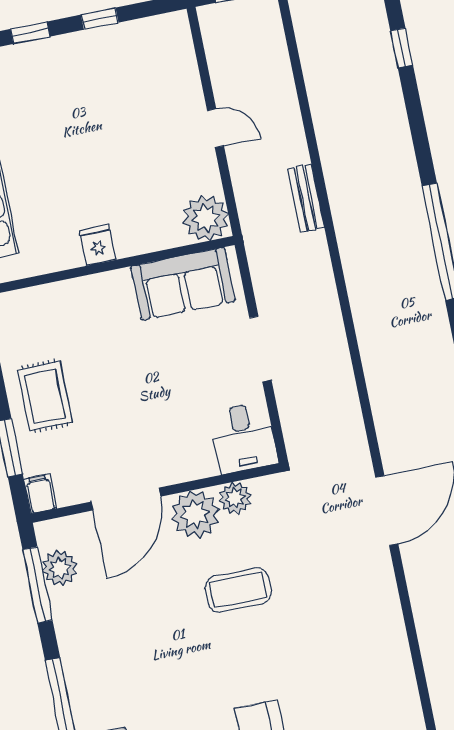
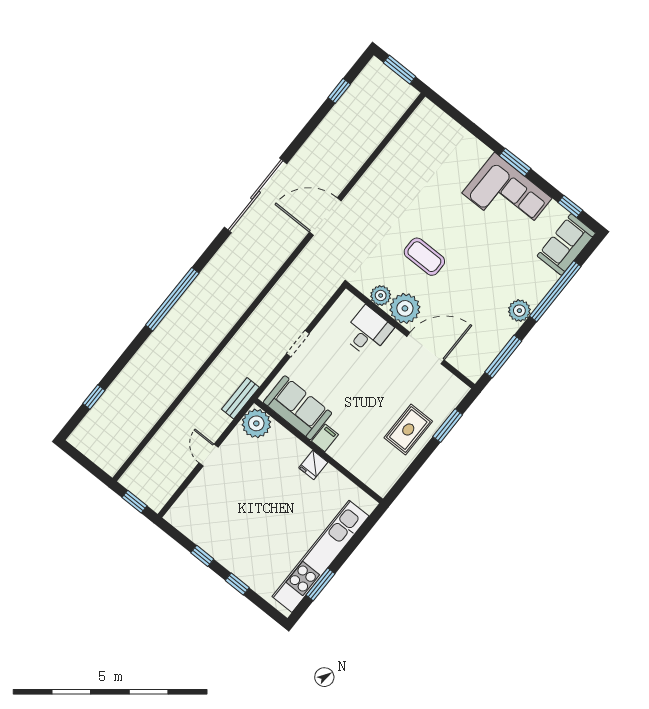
bench: (306, 198) -> (240, 398), moved
doorway: (260, 349) -> (298, 344), width x0.73
desk: (243, 438) -> (368, 332), moved
filing cabinet: (40, 494) -> (325, 438), moved, turned 180
plant: (60, 568) -> (519, 311), moved

